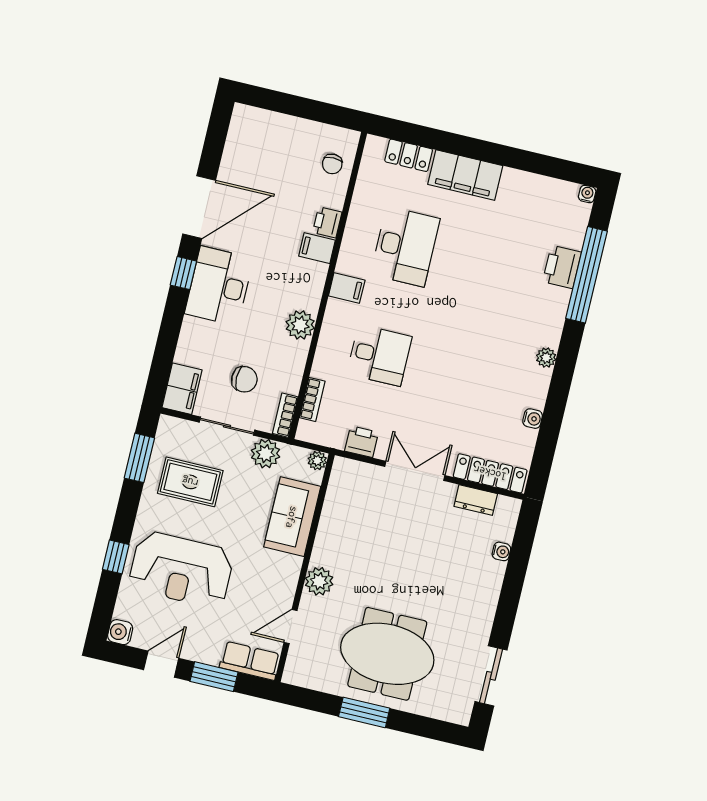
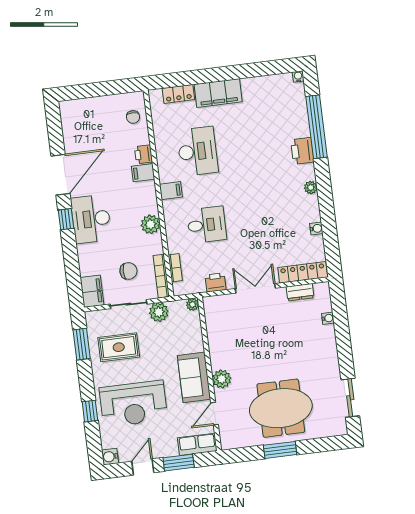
printer: (562, 267) -> (302, 151), moved
bookcase: (285, 415) -> (161, 276), width x1.56
sofa: (292, 517) -> (194, 377), moved

